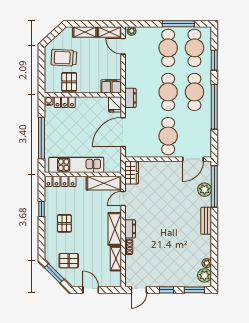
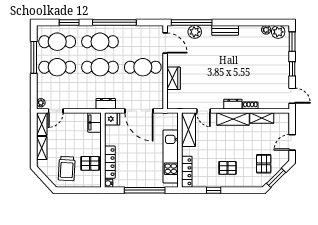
locker: (65, 102) -> (110, 162), width x1.53
wardrobe: (132, 173) -> (173, 78), moved, turned 90

